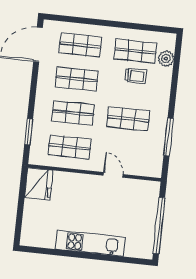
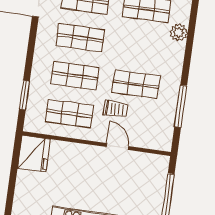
plant: (166, 59) -> (179, 32), moved
trolley: (136, 76) -> (116, 109), moved

